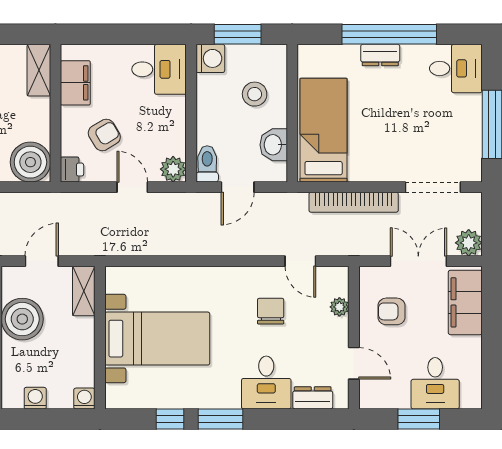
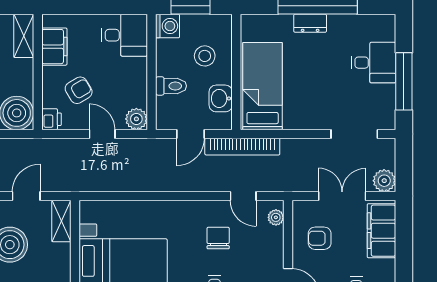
desk: (456, 68) -> (374, 63), moved
toilet: (207, 164) -> (171, 86), moved, turned 90
bookcase: (354, 202) -> (242, 147), moved
plant: (339, 307) -> (276, 217), moved

